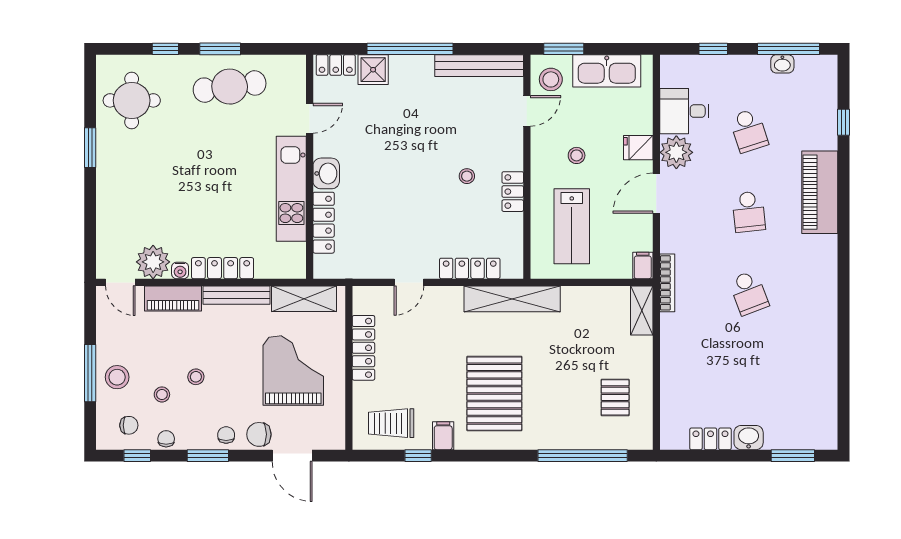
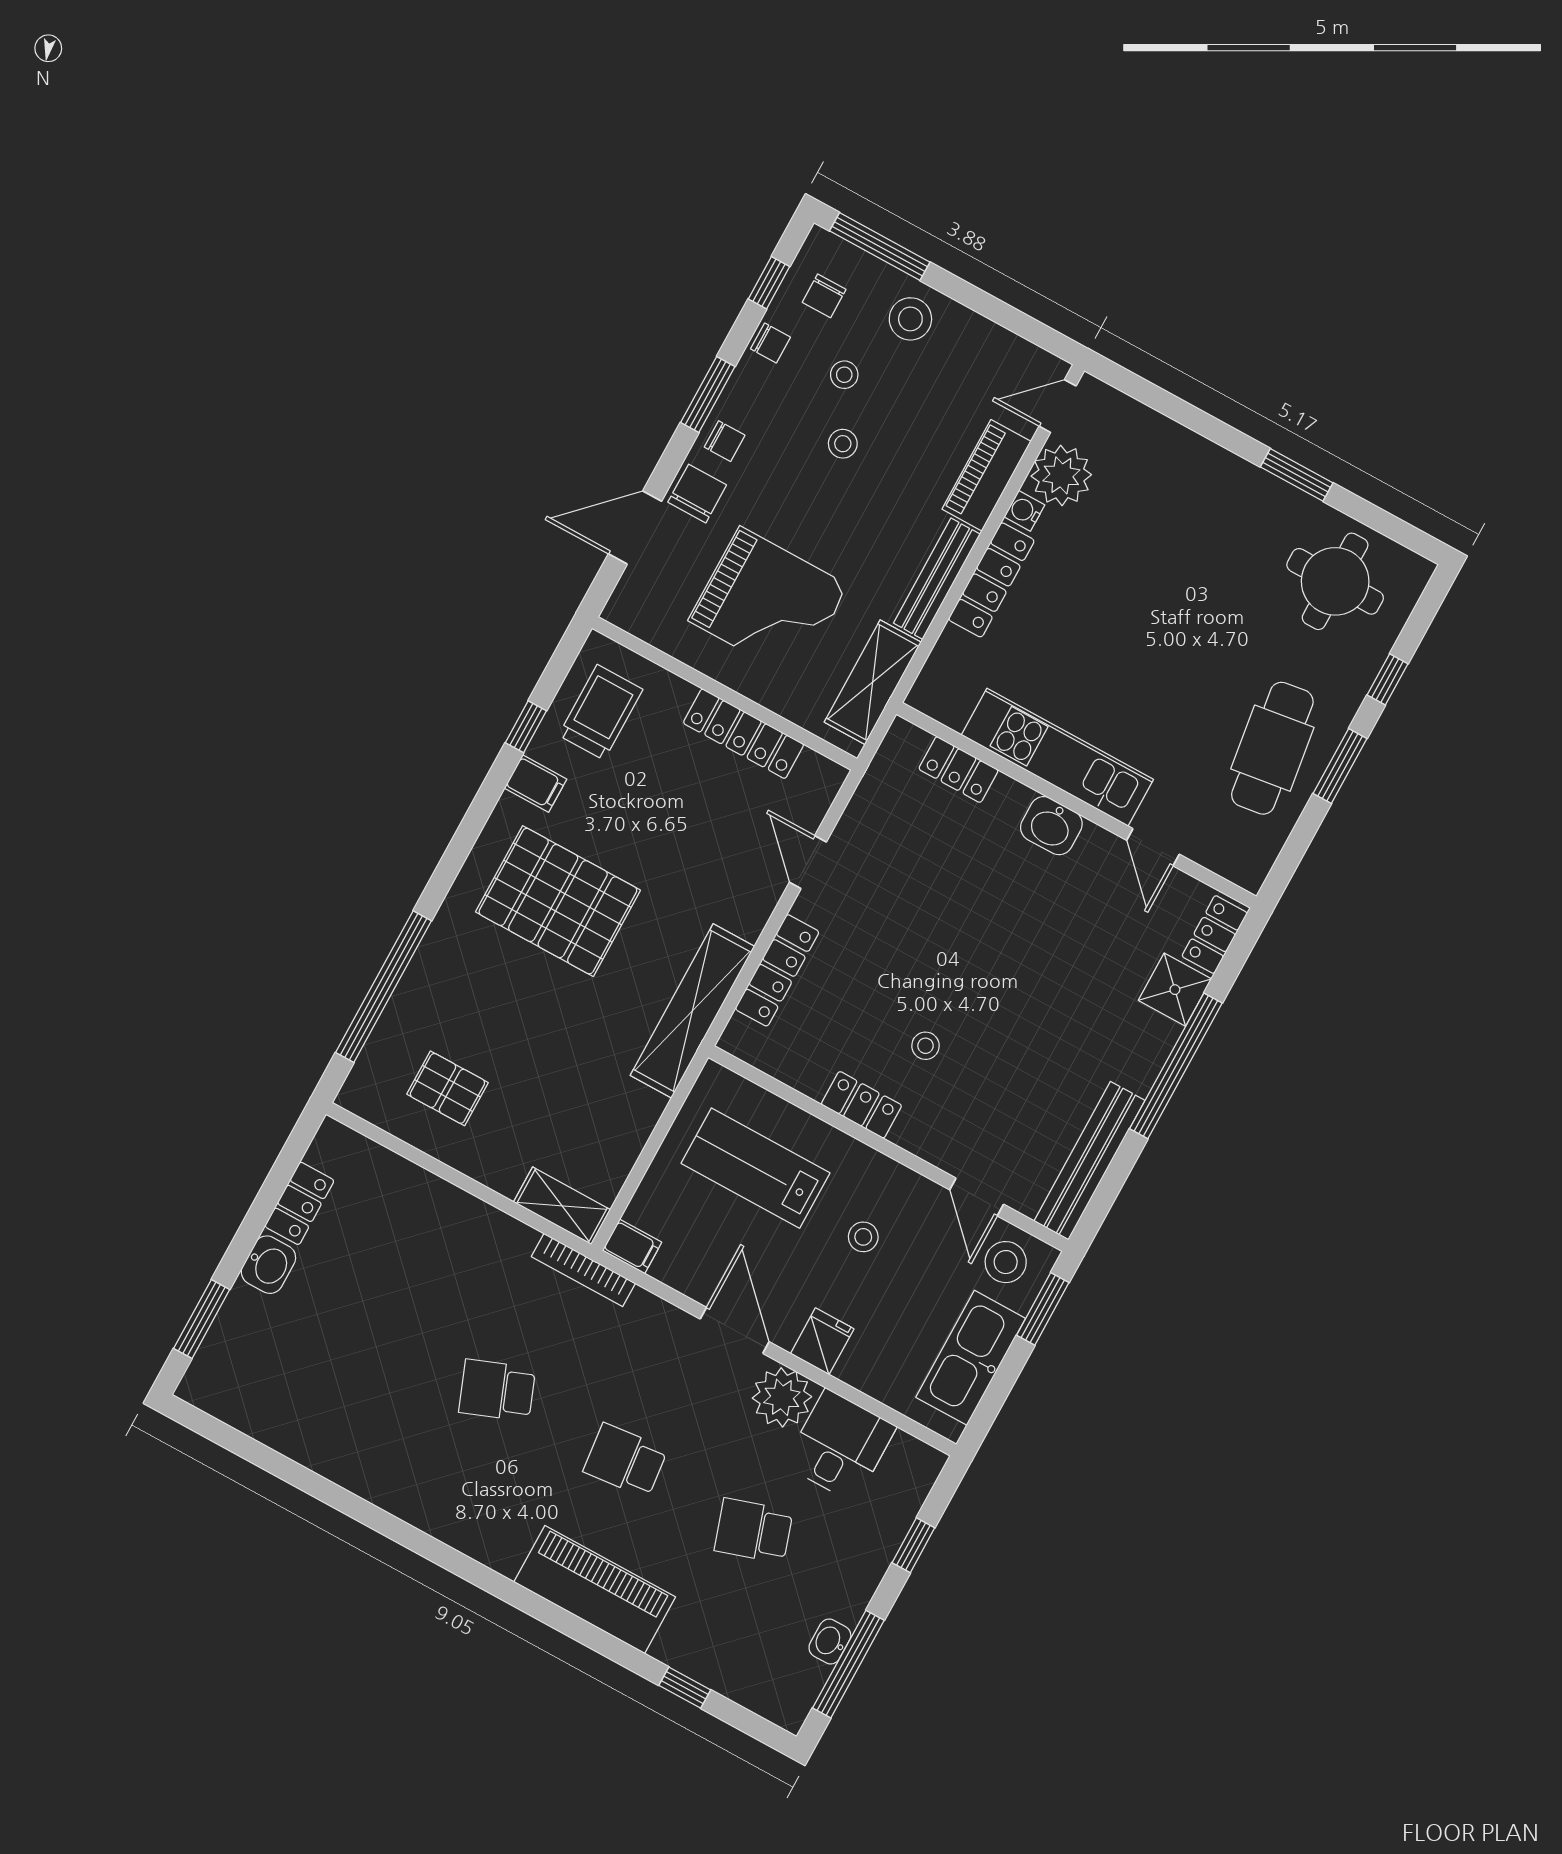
locker: (324, 223) -> (958, 770), width x0.66
window: (90, 373) -> (880, 247), moved

